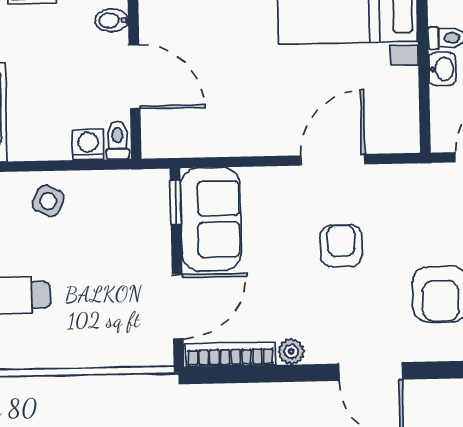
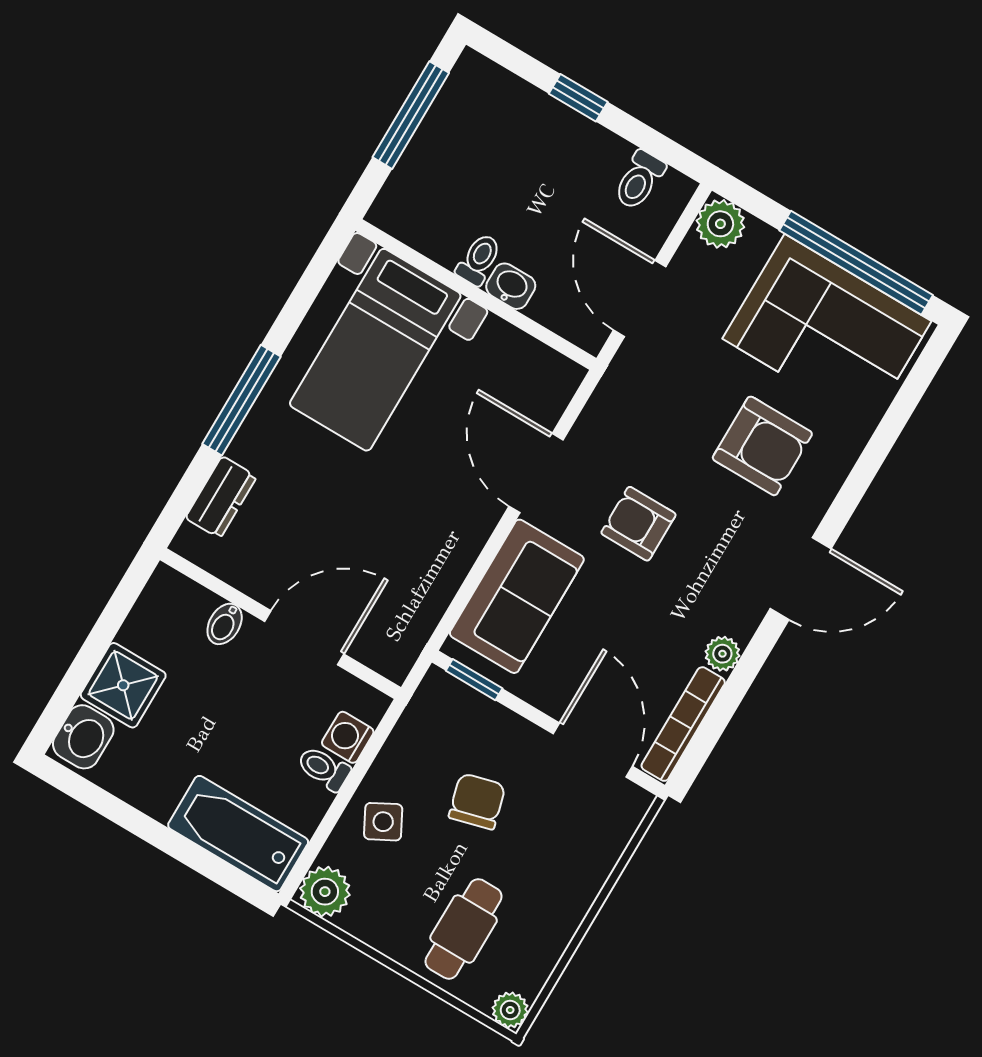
toilet: (118, 140) -> (324, 768), moved
side table: (48, 201) -> (383, 822), turned 37
sofa: (211, 219) -> (517, 596), moved, turned 90
chair: (99, 253) -> (477, 801), added

